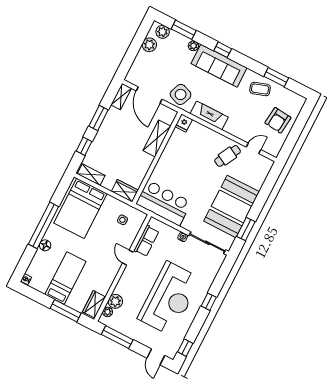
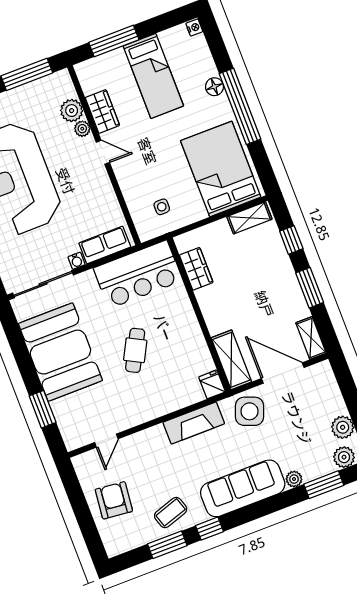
window: (223, 50) -> (209, 529), moved
shelving: (157, 138) -> (231, 360), moved
cafe table: (228, 156) -> (135, 350), moved
wardrobe: (125, 191) -> (196, 269), moved, turned -90
window: (246, 229) -> (43, 409), moved
row of seats: (146, 241) -> (105, 245), moved, turned 90
door: (128, 258) -> (103, 152), moved
wardrobe: (94, 304) -> (102, 111), moved
plant: (108, 312) -> (82, 129), moved

